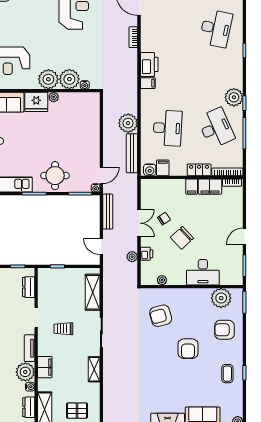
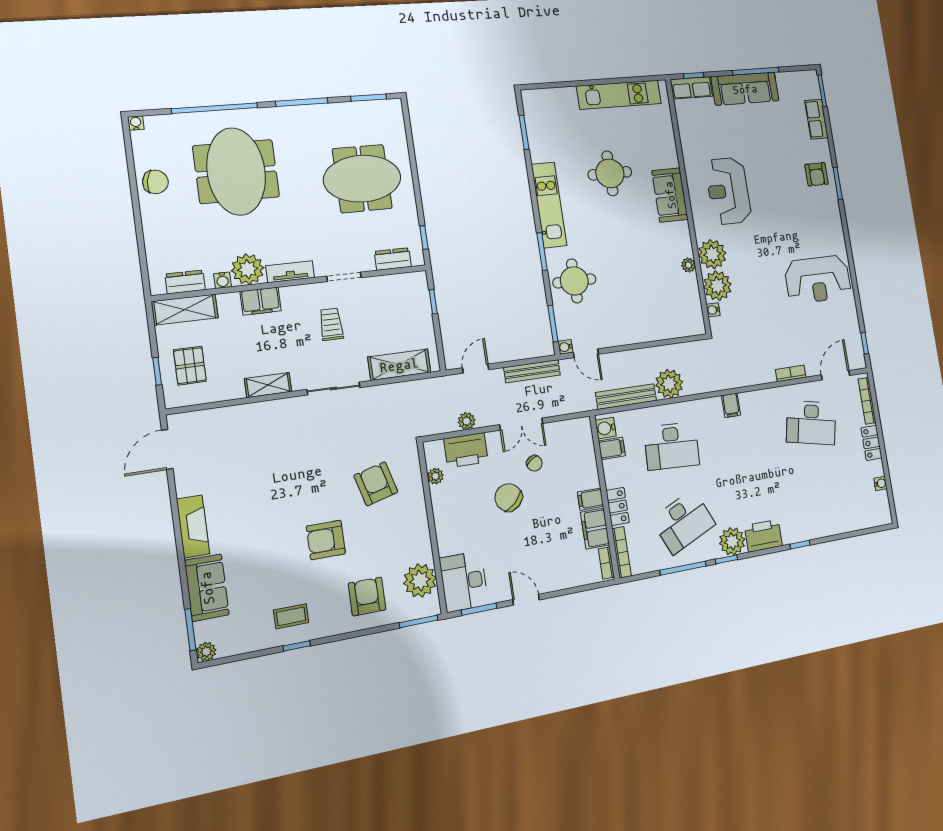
desk: (216, 28) -> (811, 423), moved
printer: (149, 64) -> (763, 536), moved, turned 180
fridge: (36, 102) -> (677, 240), removed
printer: (147, 254) -> (466, 450), width x1.87, depth x1.48
desk: (203, 272) -> (464, 581), moved

